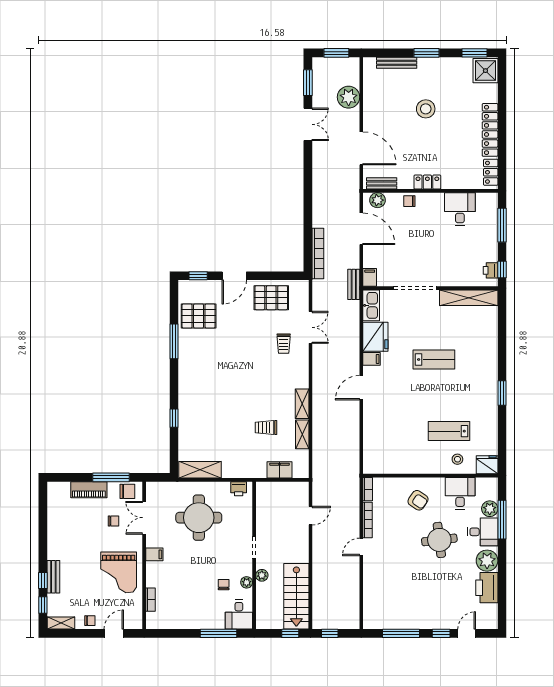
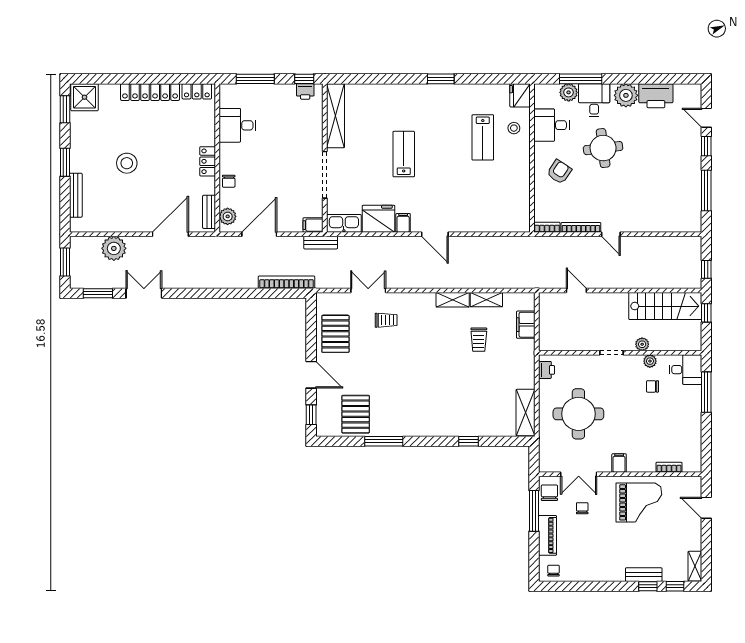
chair: (90, 621) -> (553, 571), moved

